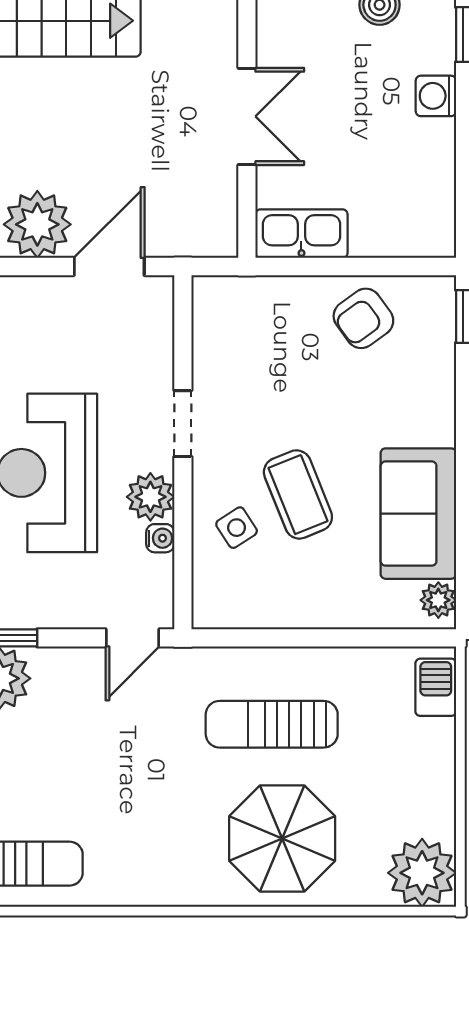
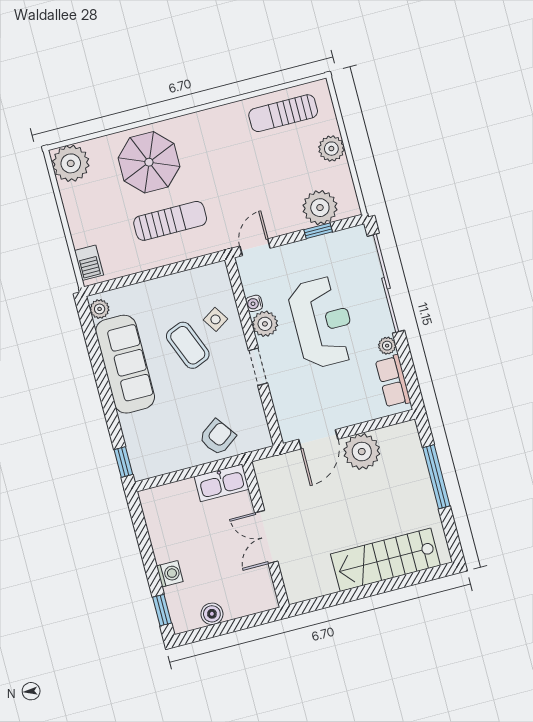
armchair: (363, 318) -> (217, 437), moved
sofa: (418, 514) -> (125, 364), width x1.36

